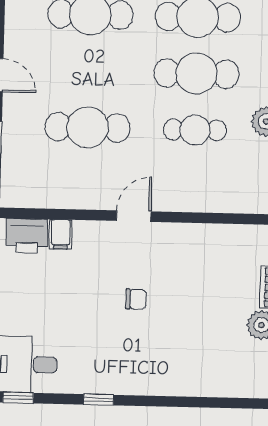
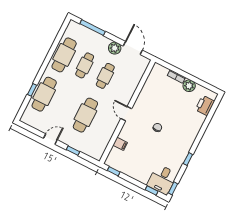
cafe table: (196, 74) -> (85, 65), width x0.73, depth x0.74
printer: (27, 236) -> (205, 105), moved, turned 180

